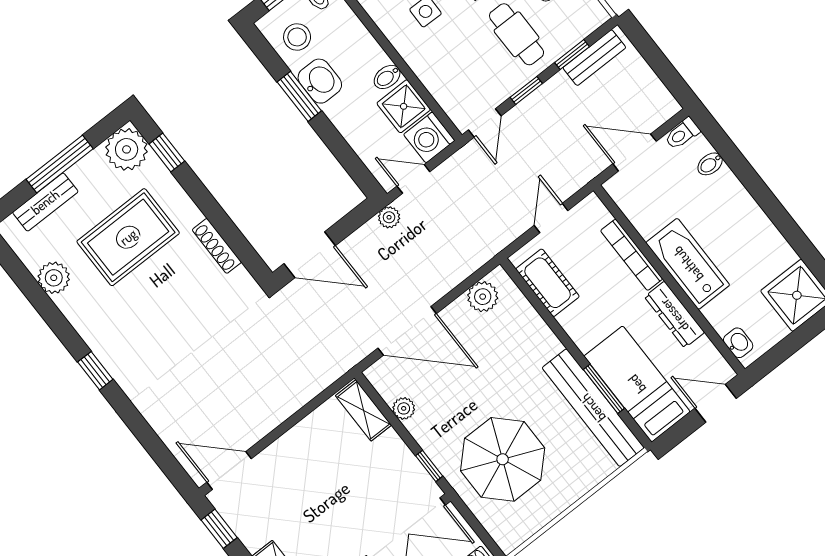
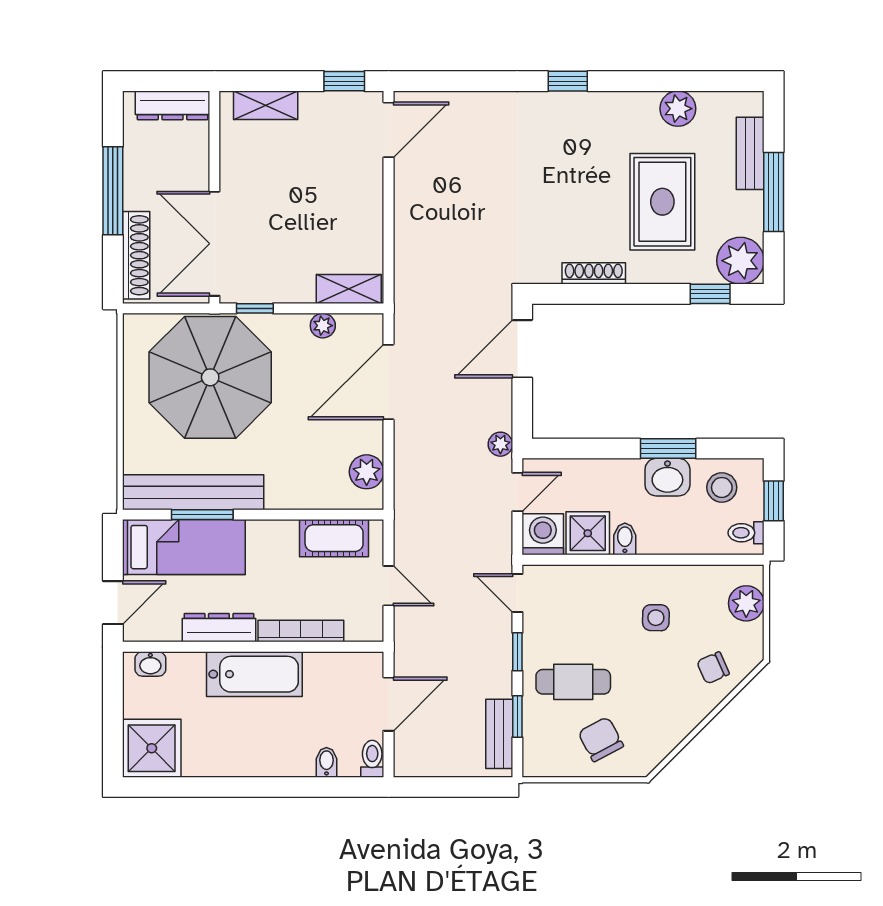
parasol: (503, 459) -> (210, 377), width x1.36, depth x1.36

